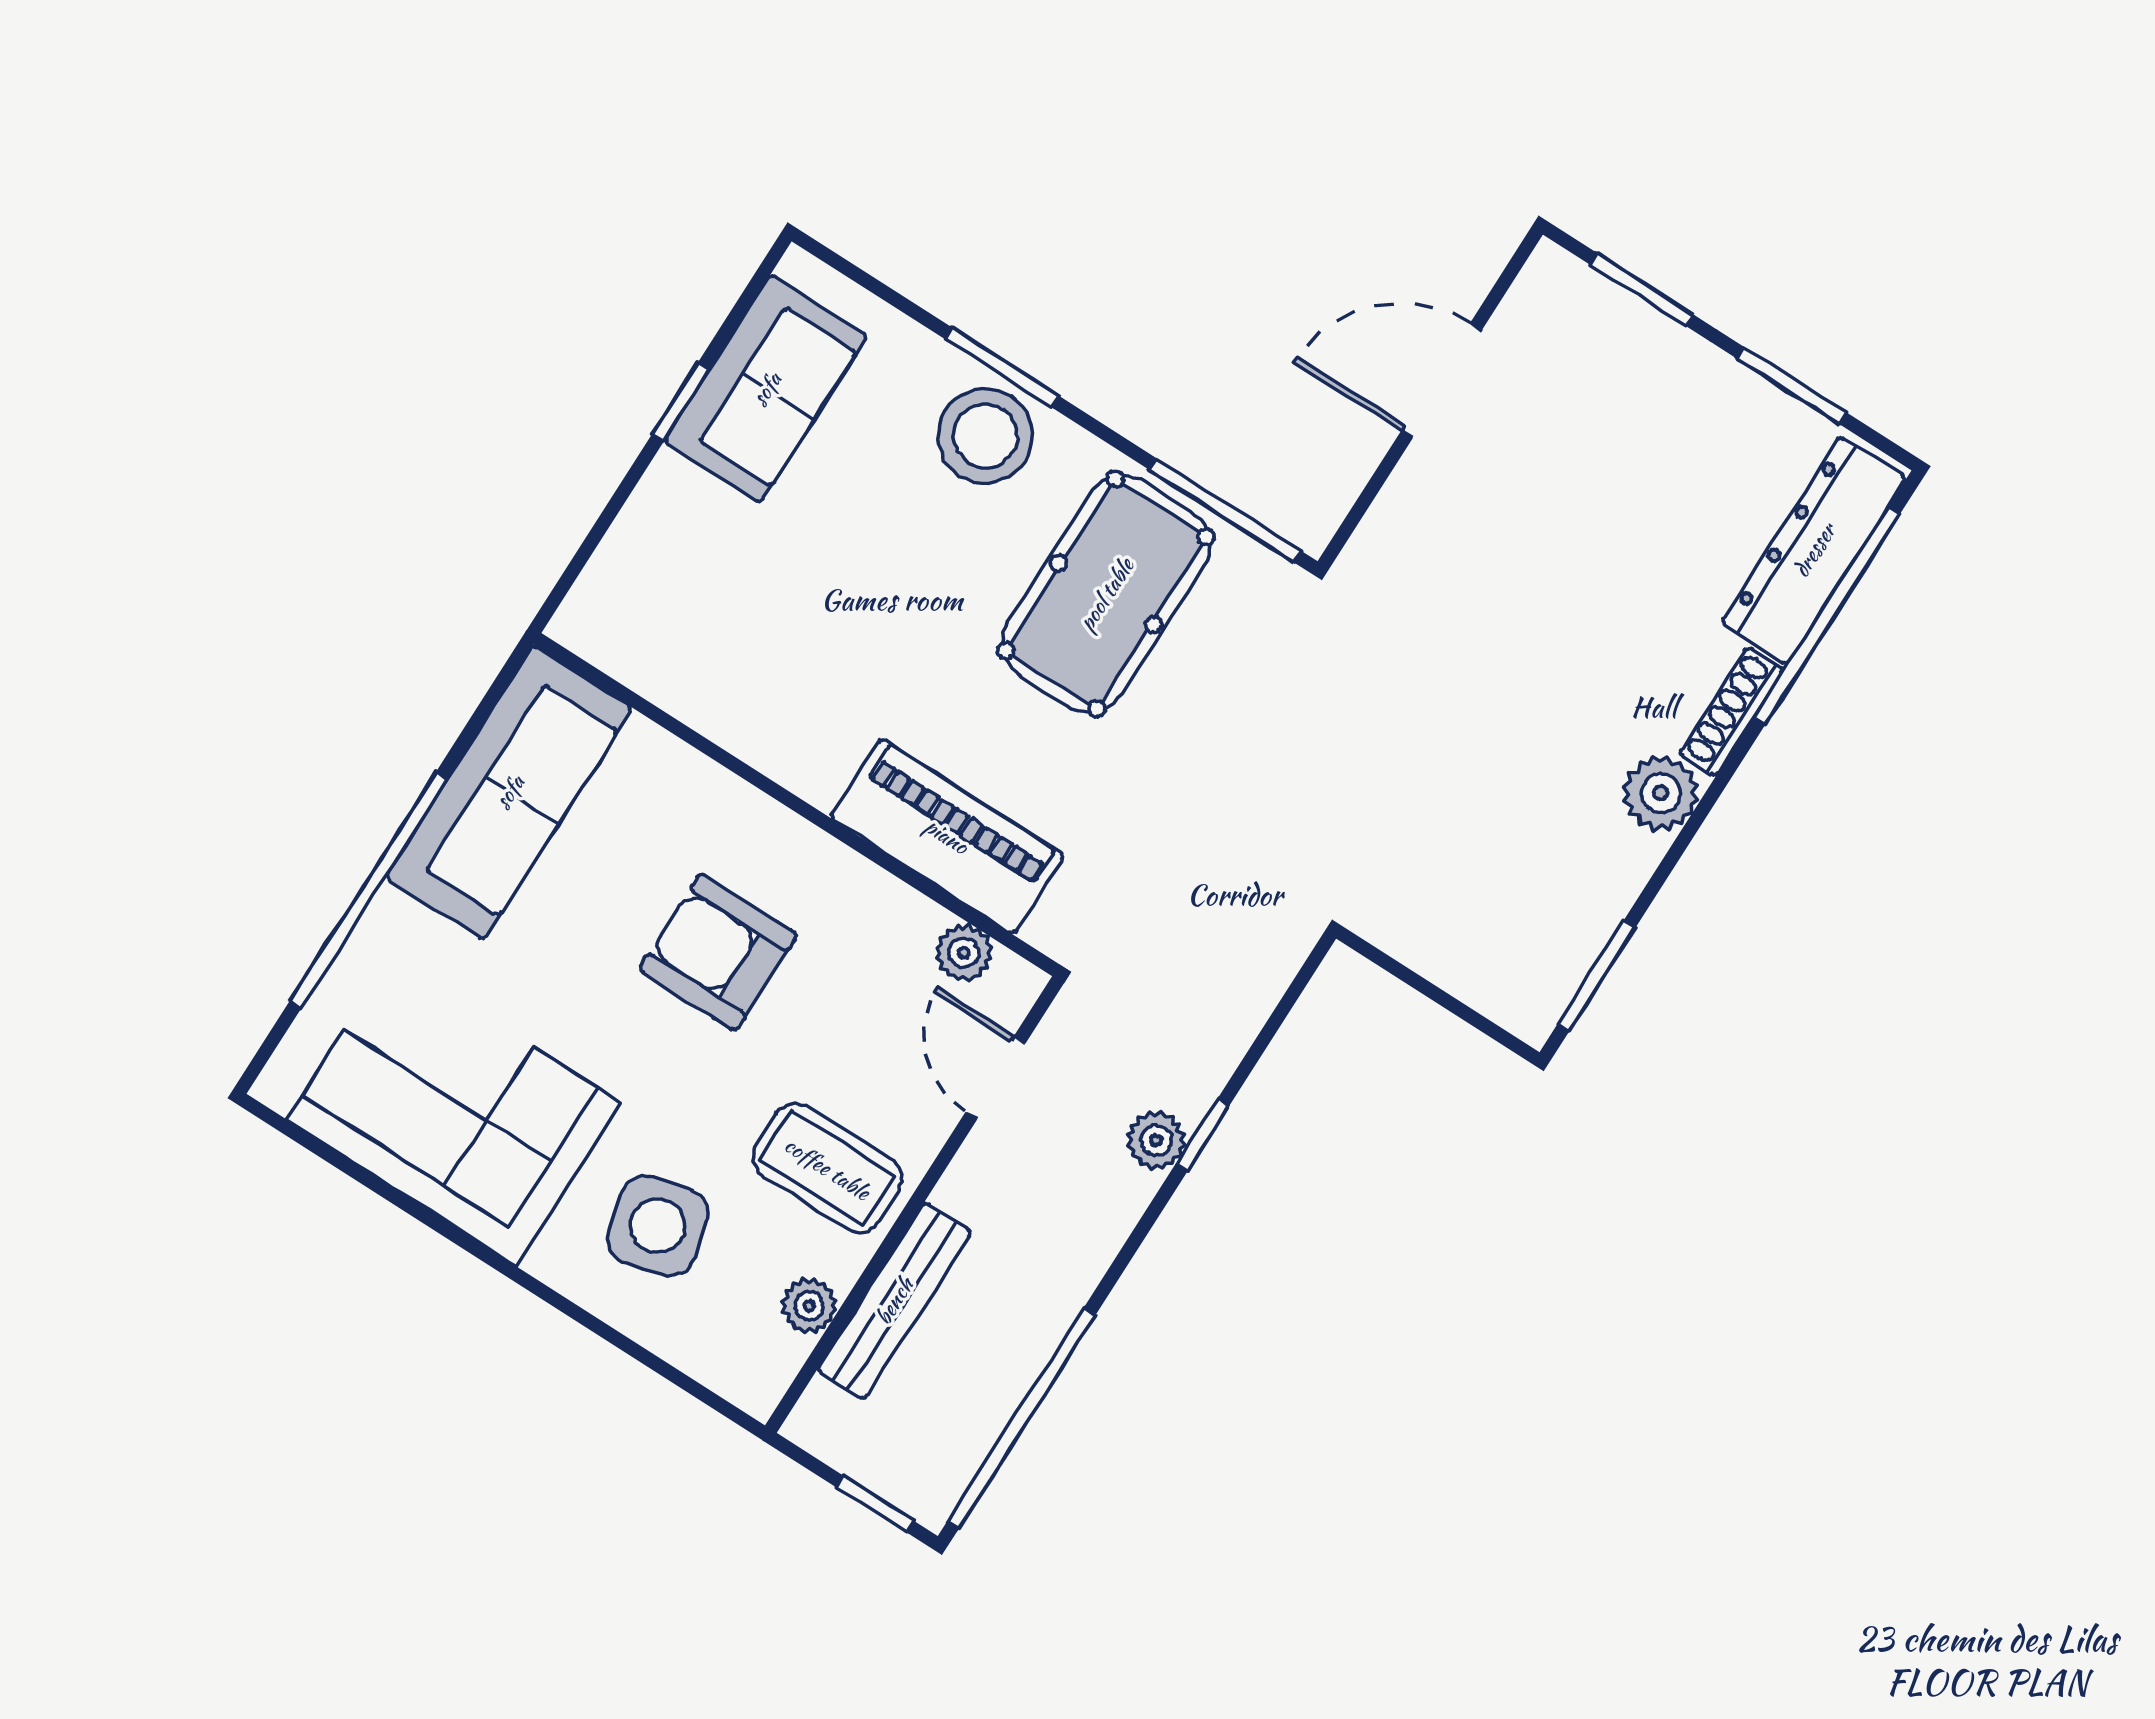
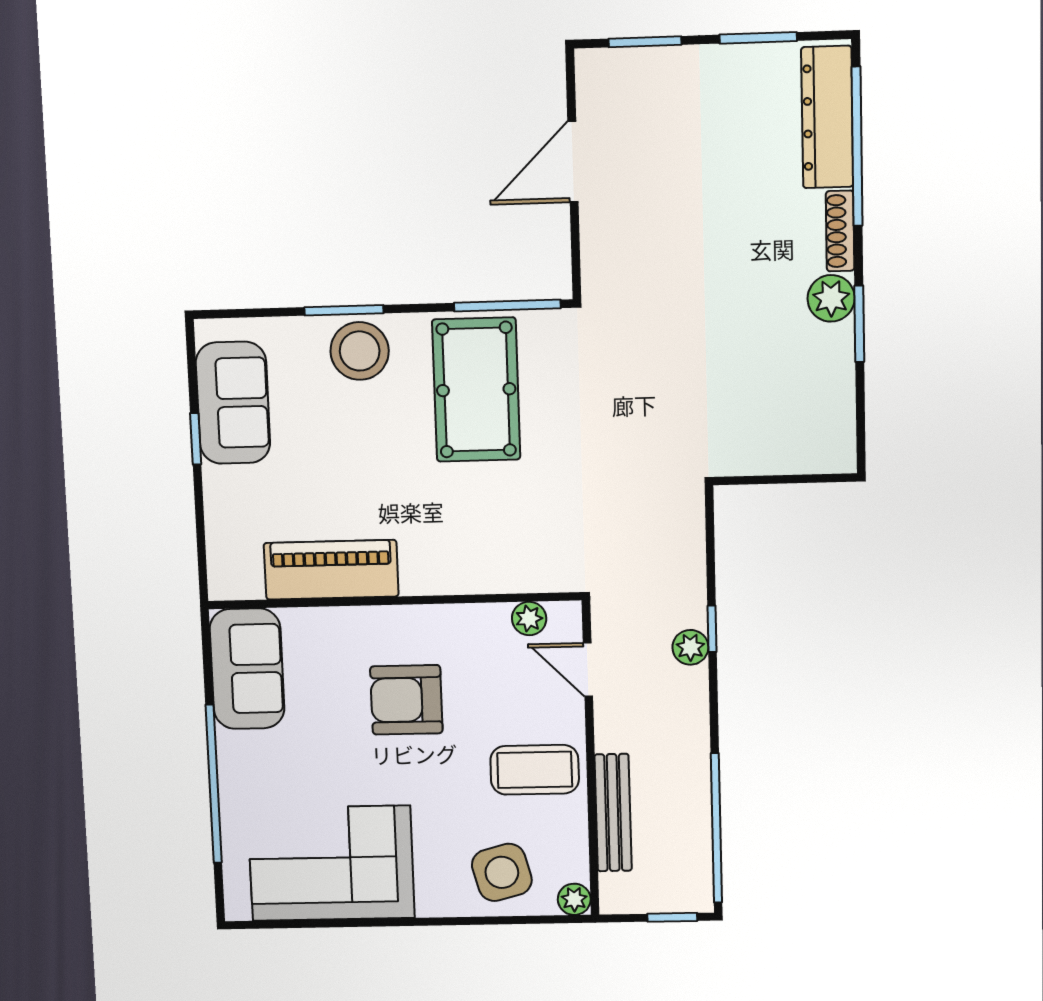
sofa: (509, 792) -> (247, 669), width x0.73
piano: (947, 836) -> (331, 570), moved
window: (1596, 976) -> (859, 324), moved
side table: (658, 1226) -> (502, 872), moved
plant: (809, 1306) -> (574, 899), moved

